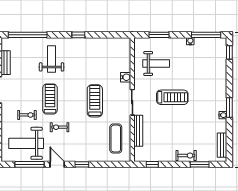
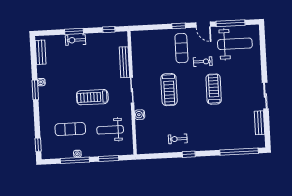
window: (206, 35) -> (75, 160), moved
weight bench: (52, 59) -> (214, 129), removed
exercise mat: (196, 66) -> (70, 129), added
treadmill: (50, 99) -> (214, 89), turned 180
exercise bike: (27, 115) -> (178, 139), moved
exercise mat: (116, 139) -> (181, 48), moved
window: (200, 164) -> (74, 31), moved

